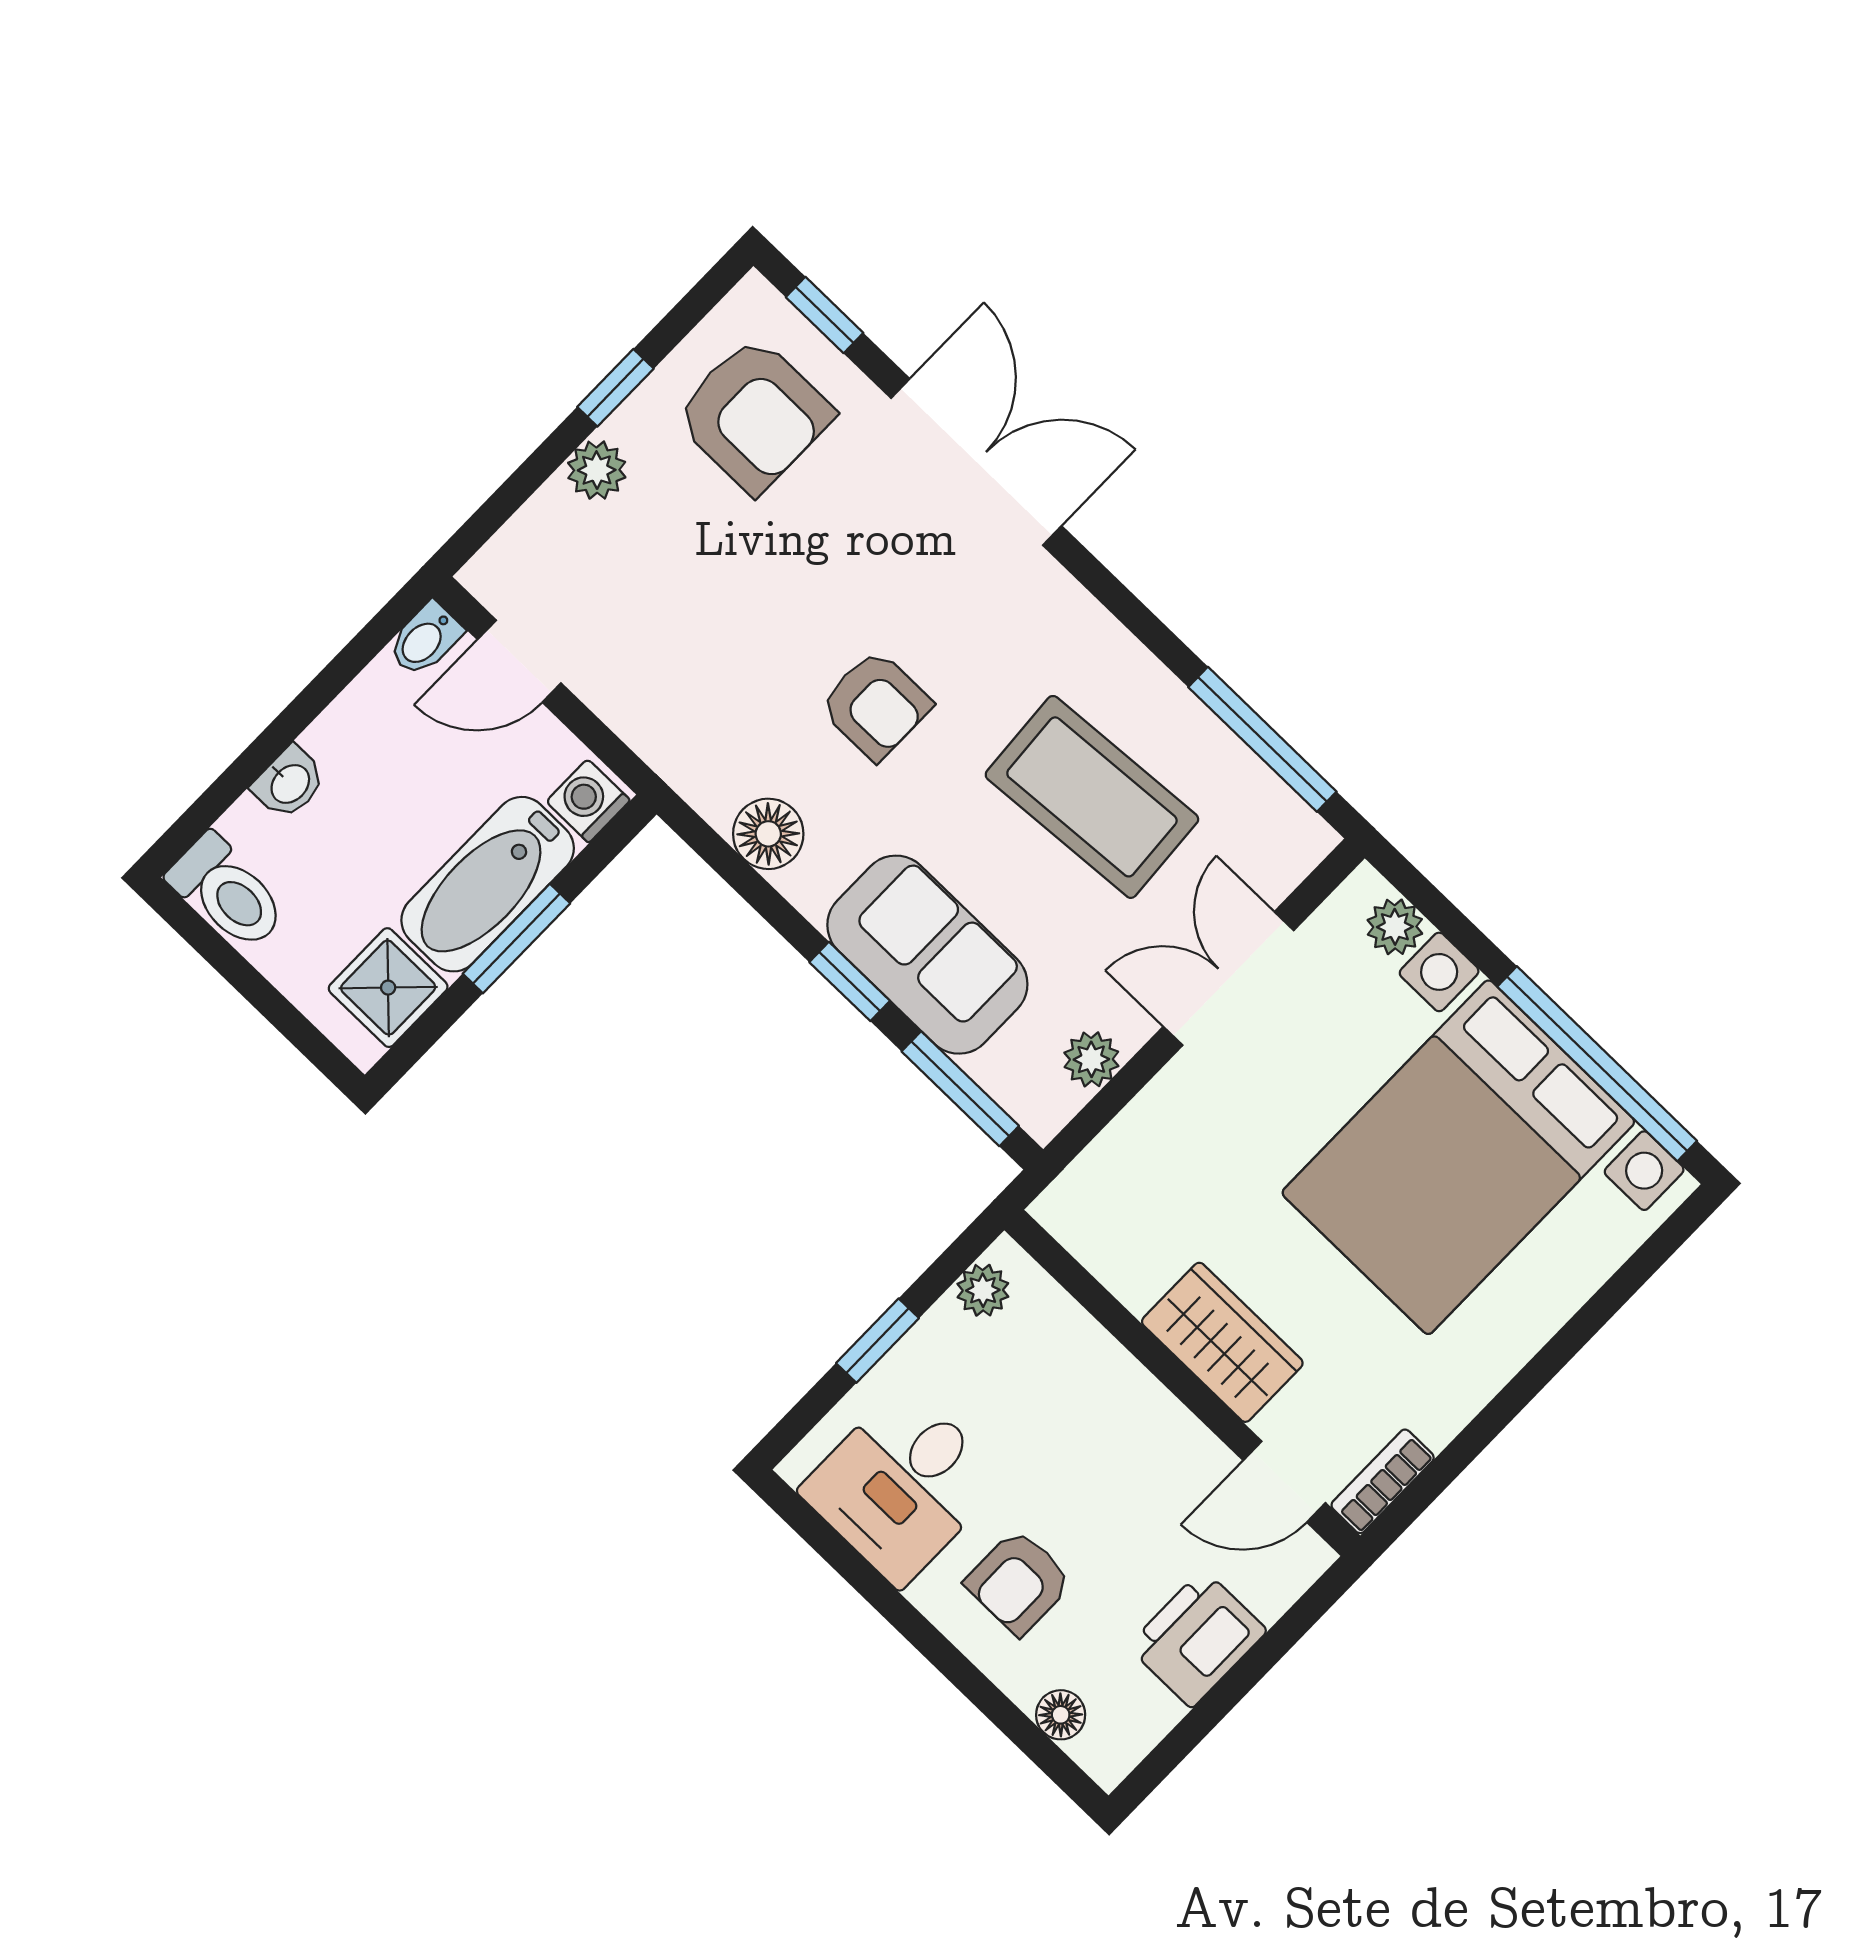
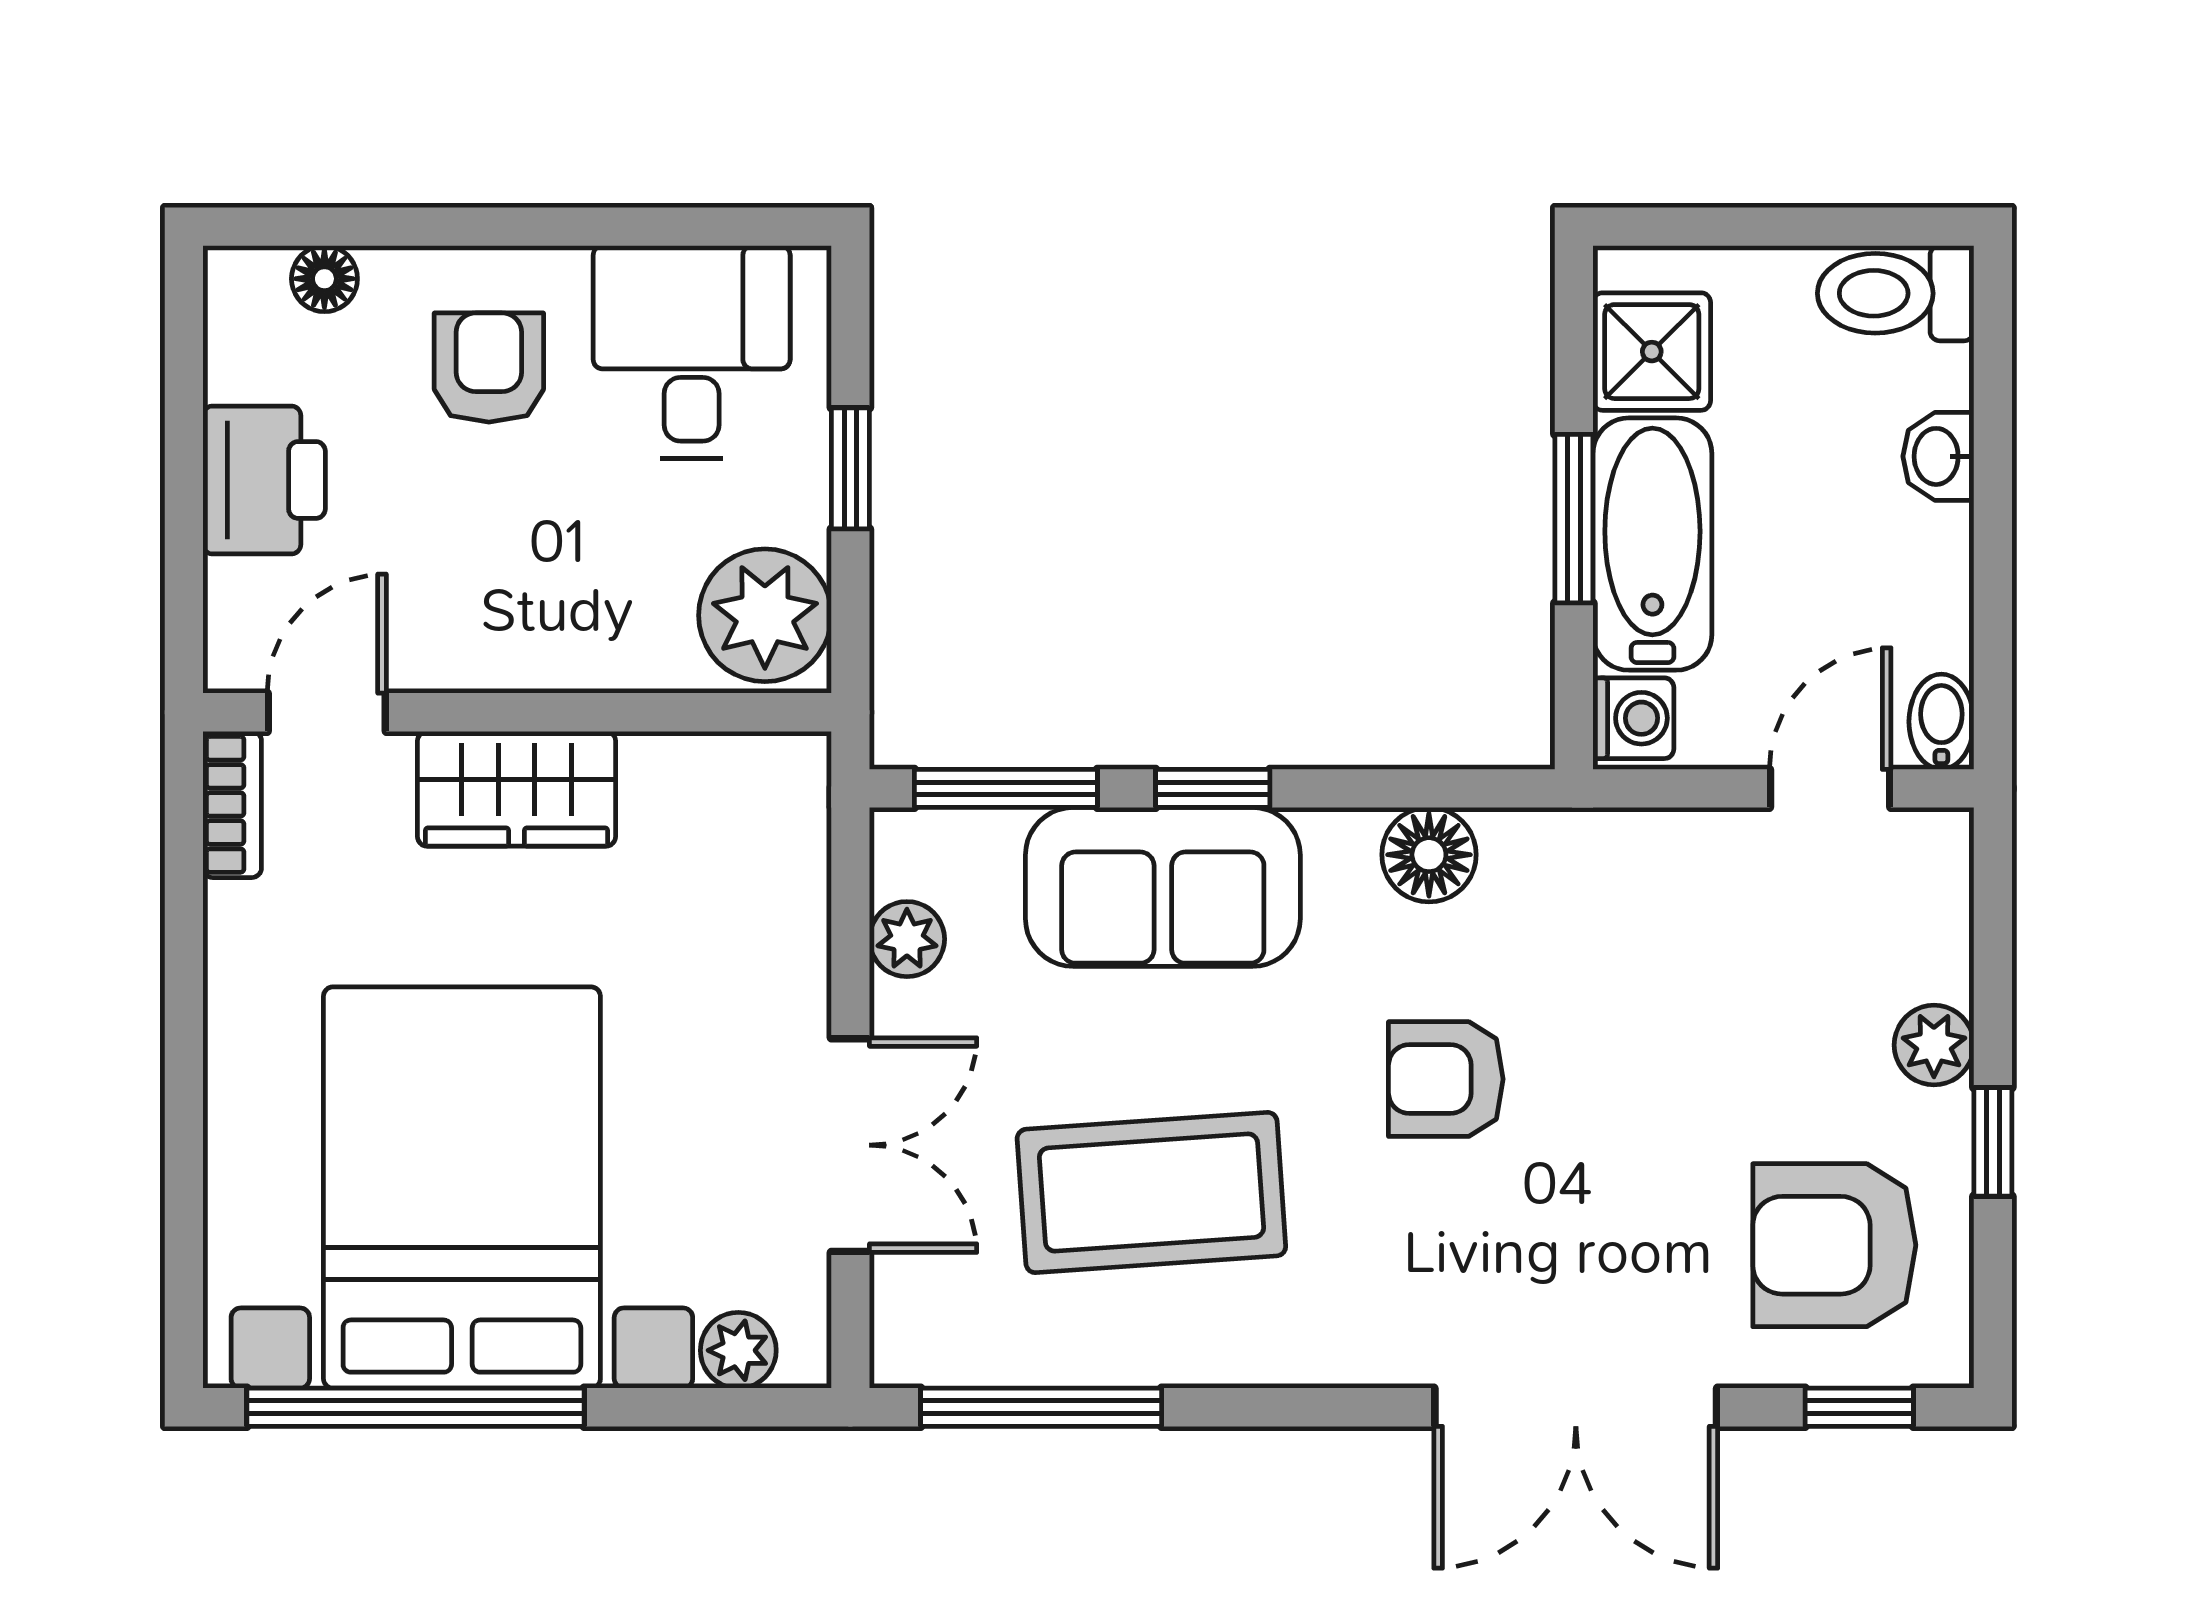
plant: (983, 1290) -> (765, 615), width x1.88, depth x1.88

